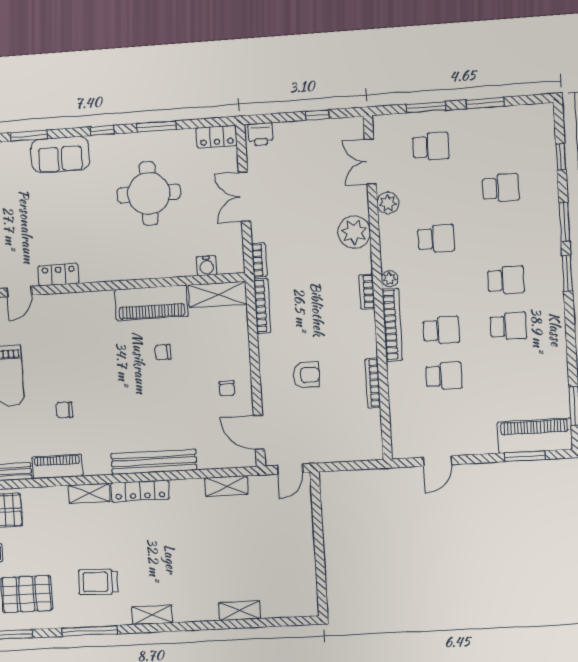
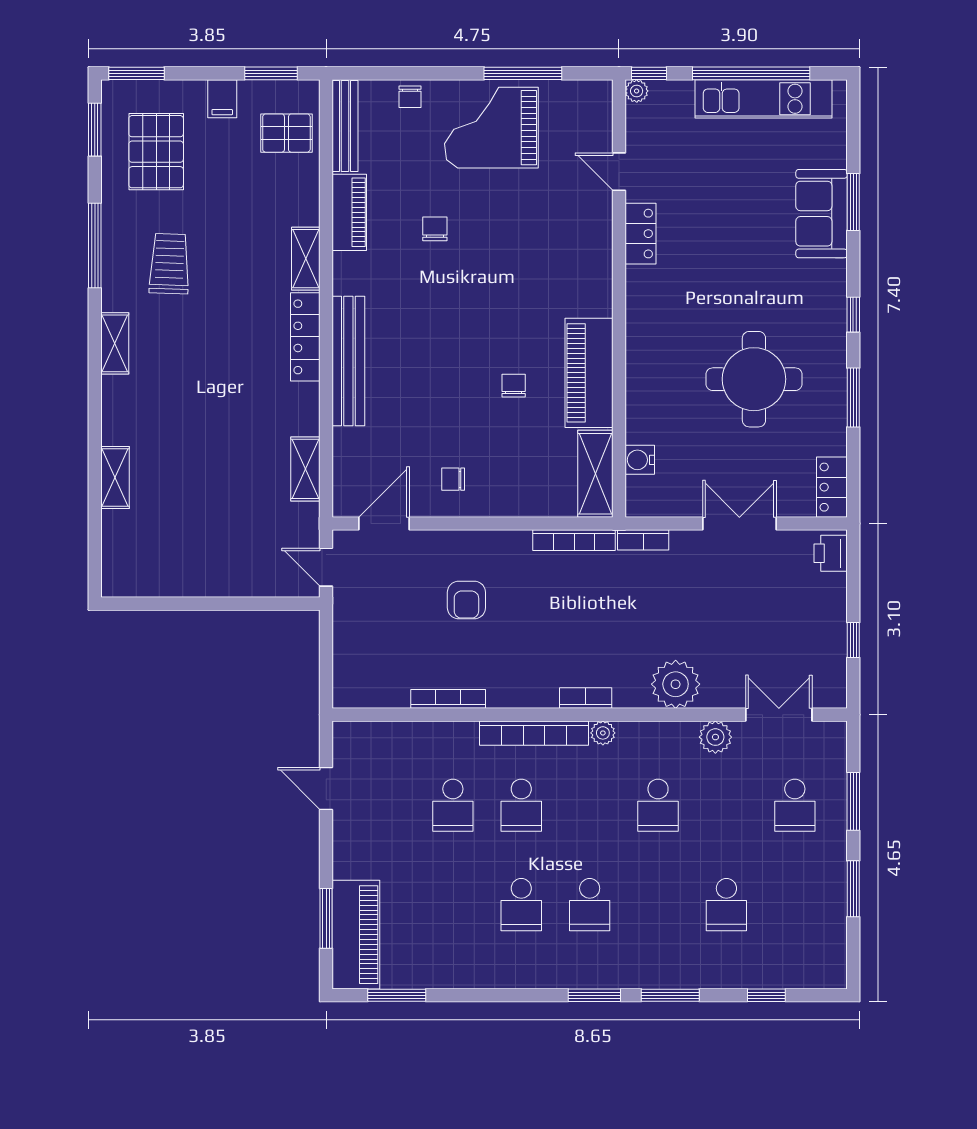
sofa: (60, 155) -> (822, 214), moved

